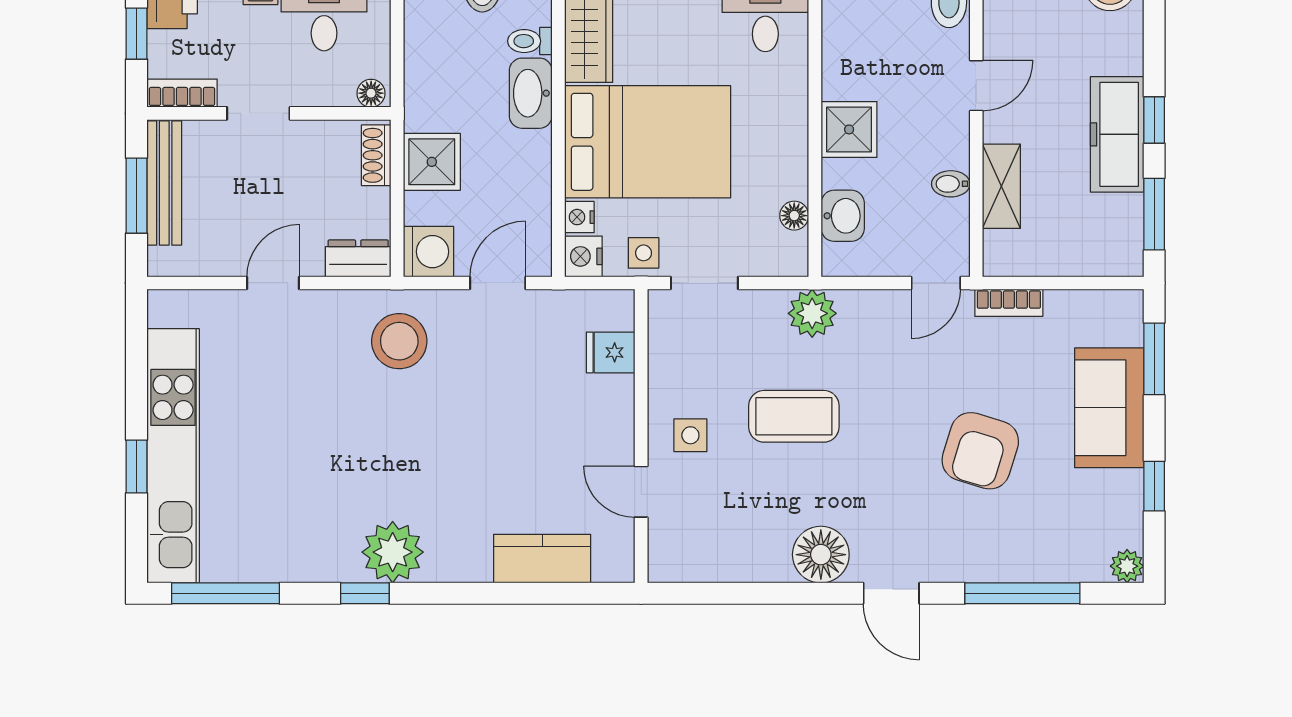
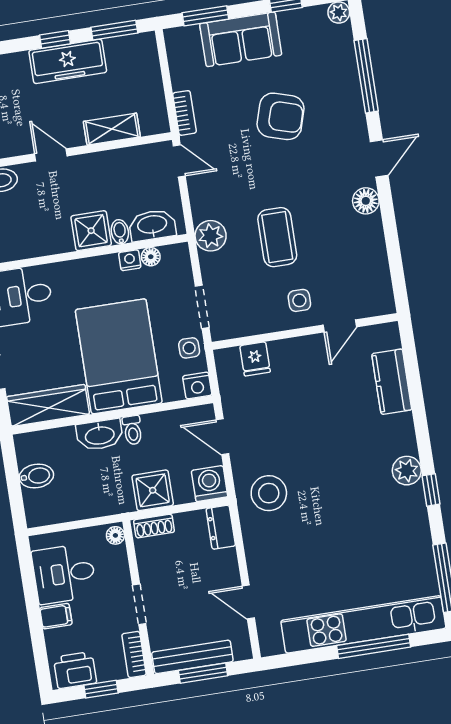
toilet: (530, 41) -> (133, 430), moved
bidet: (951, 184) -> (120, 232), moved, turned 180
washbasin: (843, 216) -> (152, 225), width x1.38
nightstand: (579, 217) -> (130, 260), moved, turned 180
door: (273, 283) -> (248, 602), moved
window: (136, 466) -> (374, 646), width x2.17
plant: (393, 552) -> (407, 471), width x0.73, depth x0.73
floor lamp: (821, 555) -> (366, 201), width x0.73, depth x0.73

